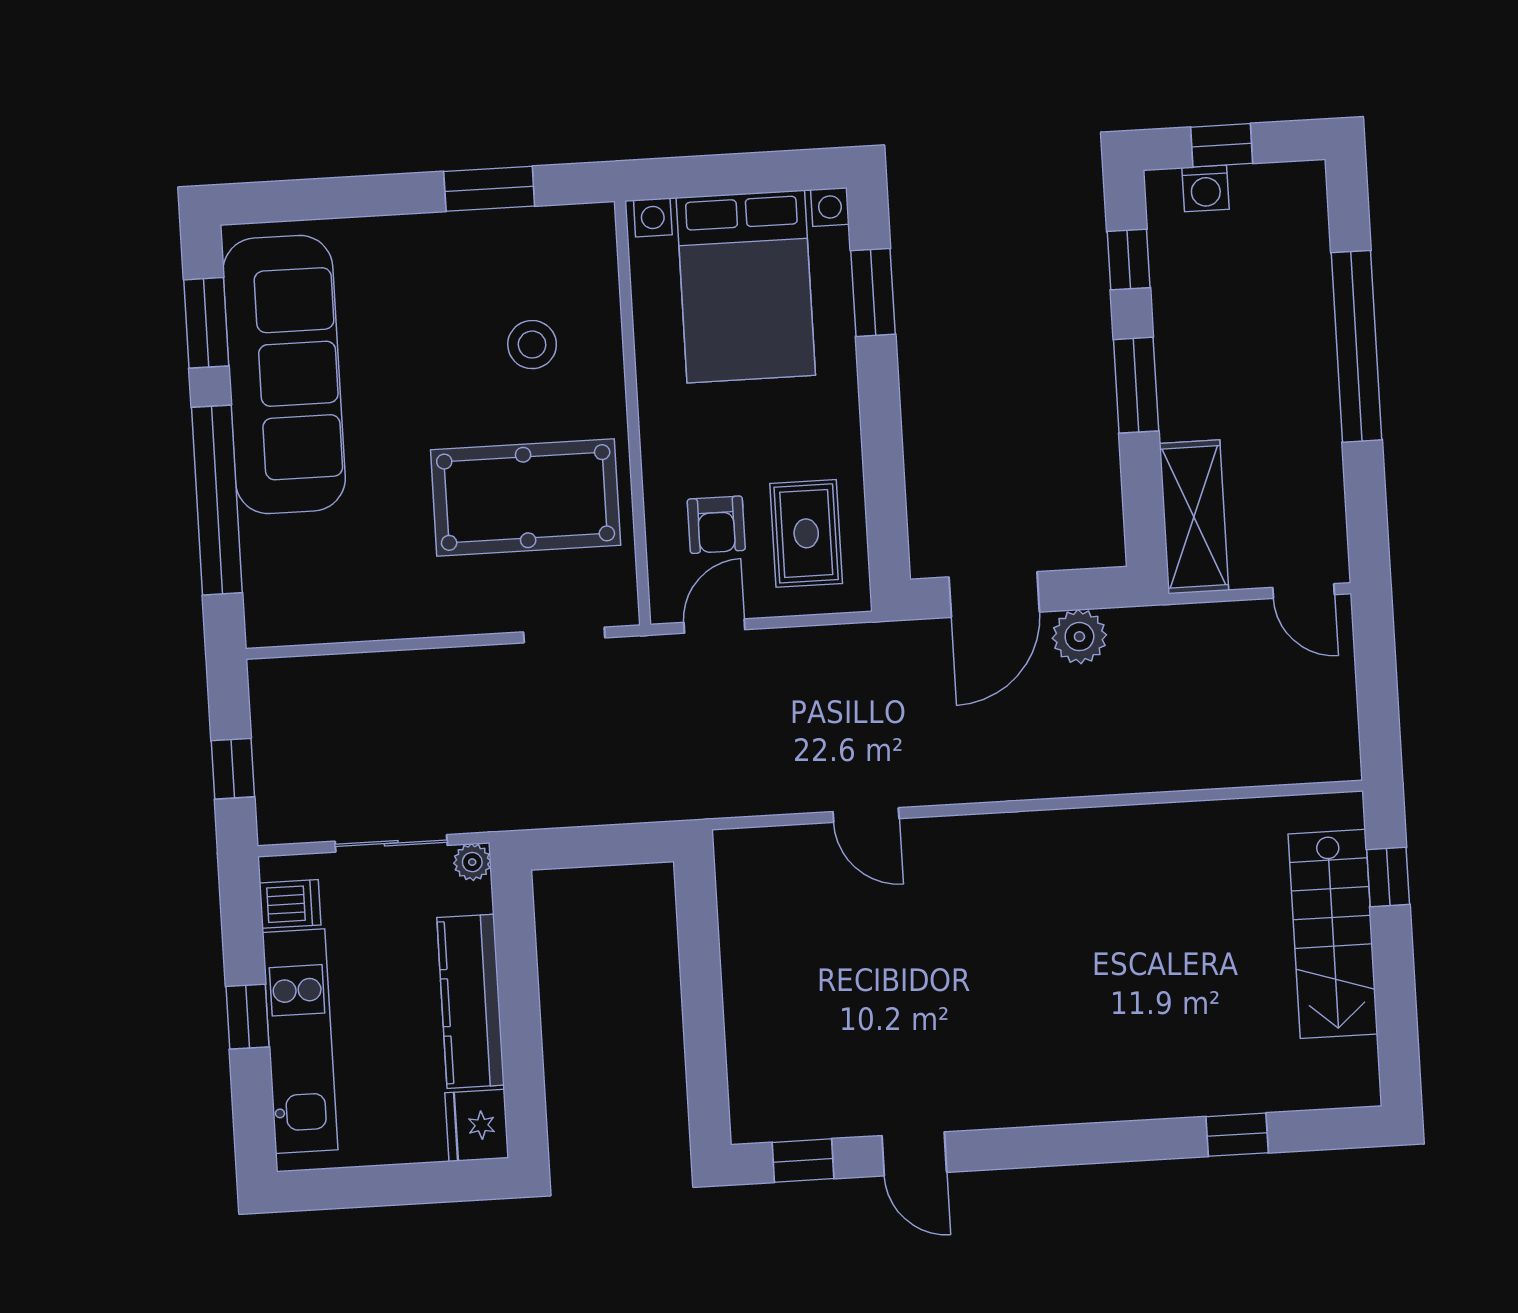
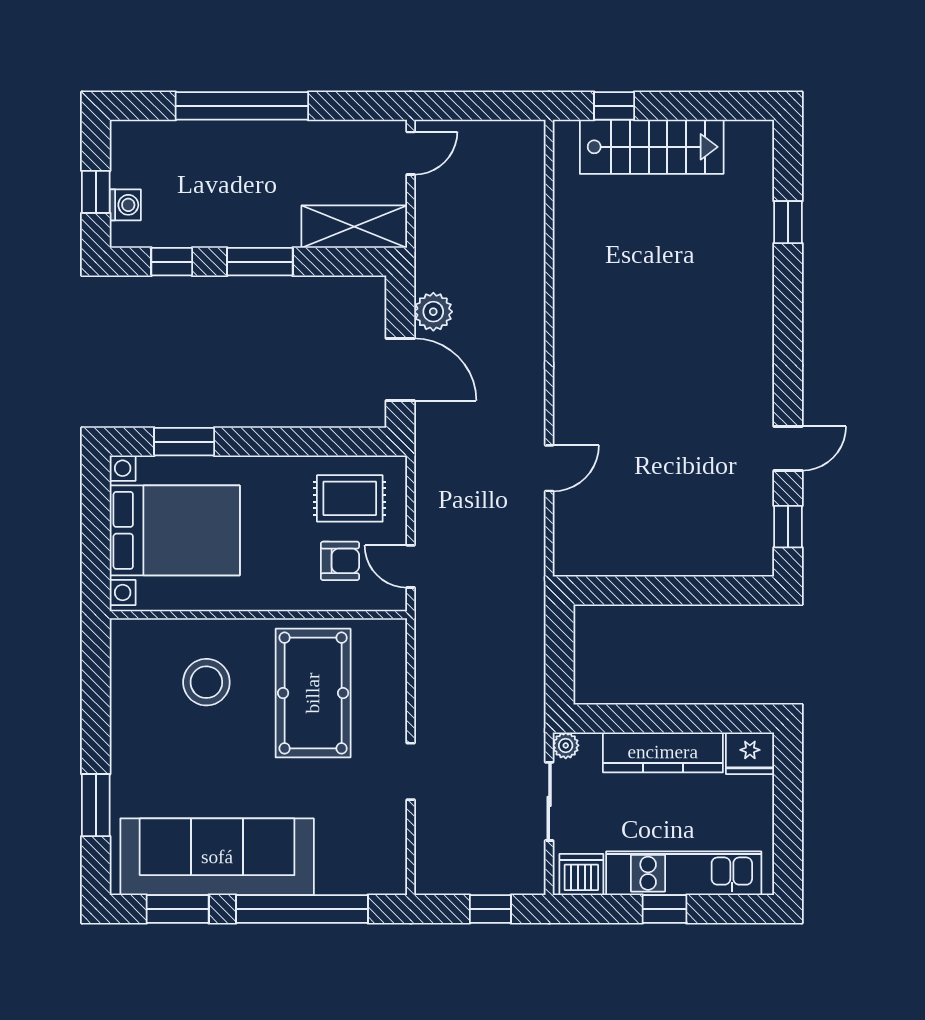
window: (489, 189) -> (96, 805), moved
stool: (532, 345) -> (206, 682), width x1.38, depth x1.38
doorway: (564, 635) -> (411, 771), moved
dishwasher: (290, 904) -> (581, 875), width x1.38

